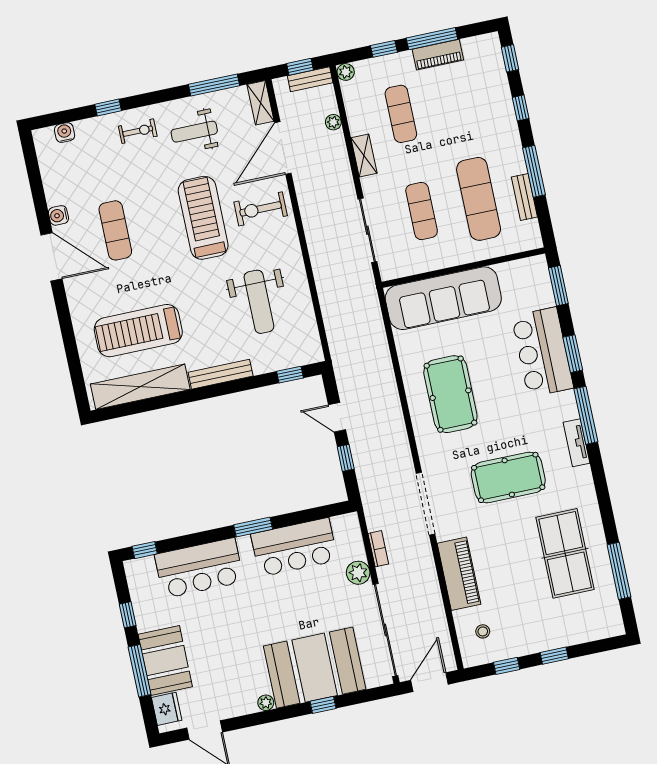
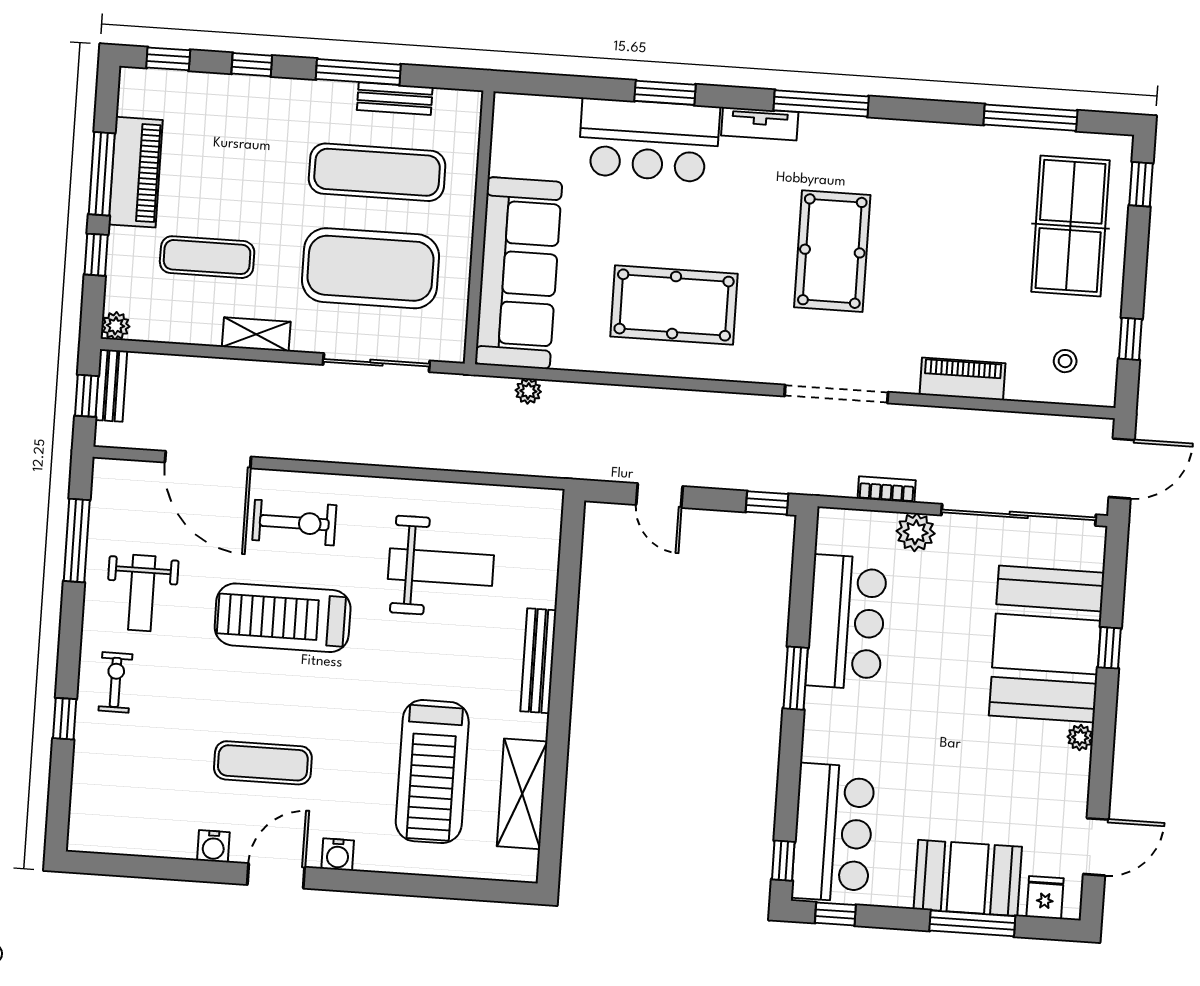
piano: (438, 55) -> (136, 172), width x1.37, depth x1.33
shelving: (261, 103) -> (126, 475), removed
plant: (333, 122) -> (528, 391), moved
water cooler: (65, 133) -> (338, 855), moved, turned -90
exercise bike: (261, 209) -> (294, 523), turned -90
exercise mat: (422, 211) -> (370, 268), width x2.00, depth x1.45
door: (52, 257) -> (276, 876), width x0.73
window: (558, 286) -> (551, 85), removed
window: (290, 375) -> (571, 551), removed
shelving: (140, 387) -> (522, 794), width x0.68
window: (586, 415) -> (821, 103), moved
door: (337, 417) -> (659, 495), hinge flipped
tv unit: (576, 443) -> (760, 124), moved
window: (346, 458) -> (767, 503), moved
table tennis table: (565, 553) -> (1070, 226), moved, turned 90
bar counter: (199, 568) -> (833, 833), moved
piano: (459, 574) -> (962, 379), width x0.73, depth x0.75
window: (128, 615) -> (835, 914), moved
window: (554, 656) -> (1141, 184), moved
door: (430, 682) -> (1122, 468), swing flipped
fridge: (167, 709) -> (1045, 898), width x0.72

